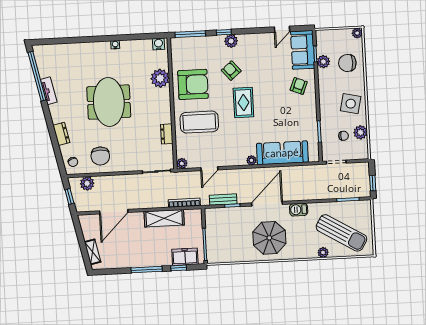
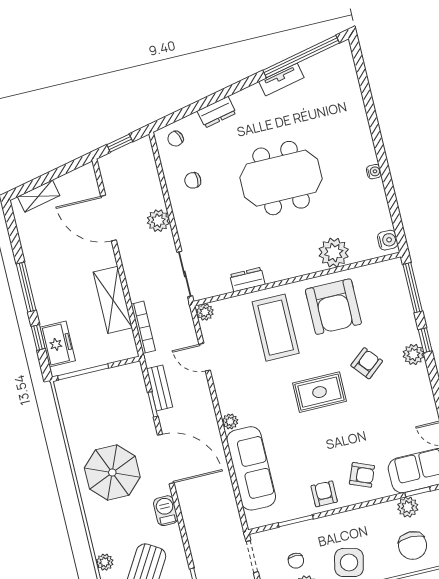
chair: (347, 63) -> (413, 545), turned 180
armchair: (306, 111) -> (324, 494), added
chair: (100, 156) -> (193, 180), width x0.54, depth x0.54
plant: (87, 183) -> (158, 221), moved

